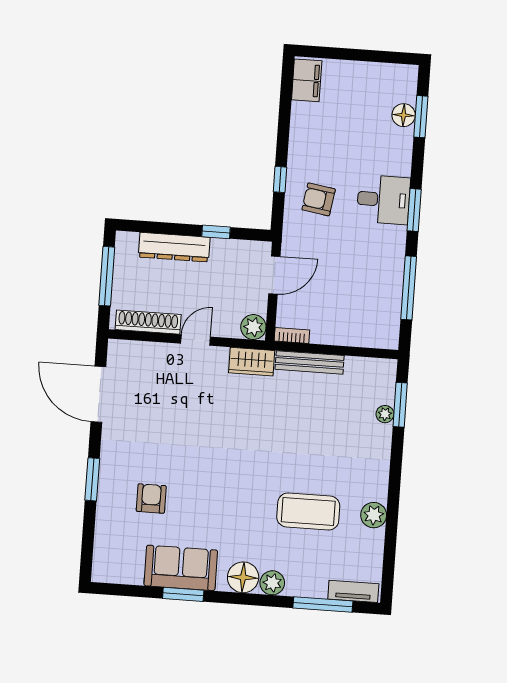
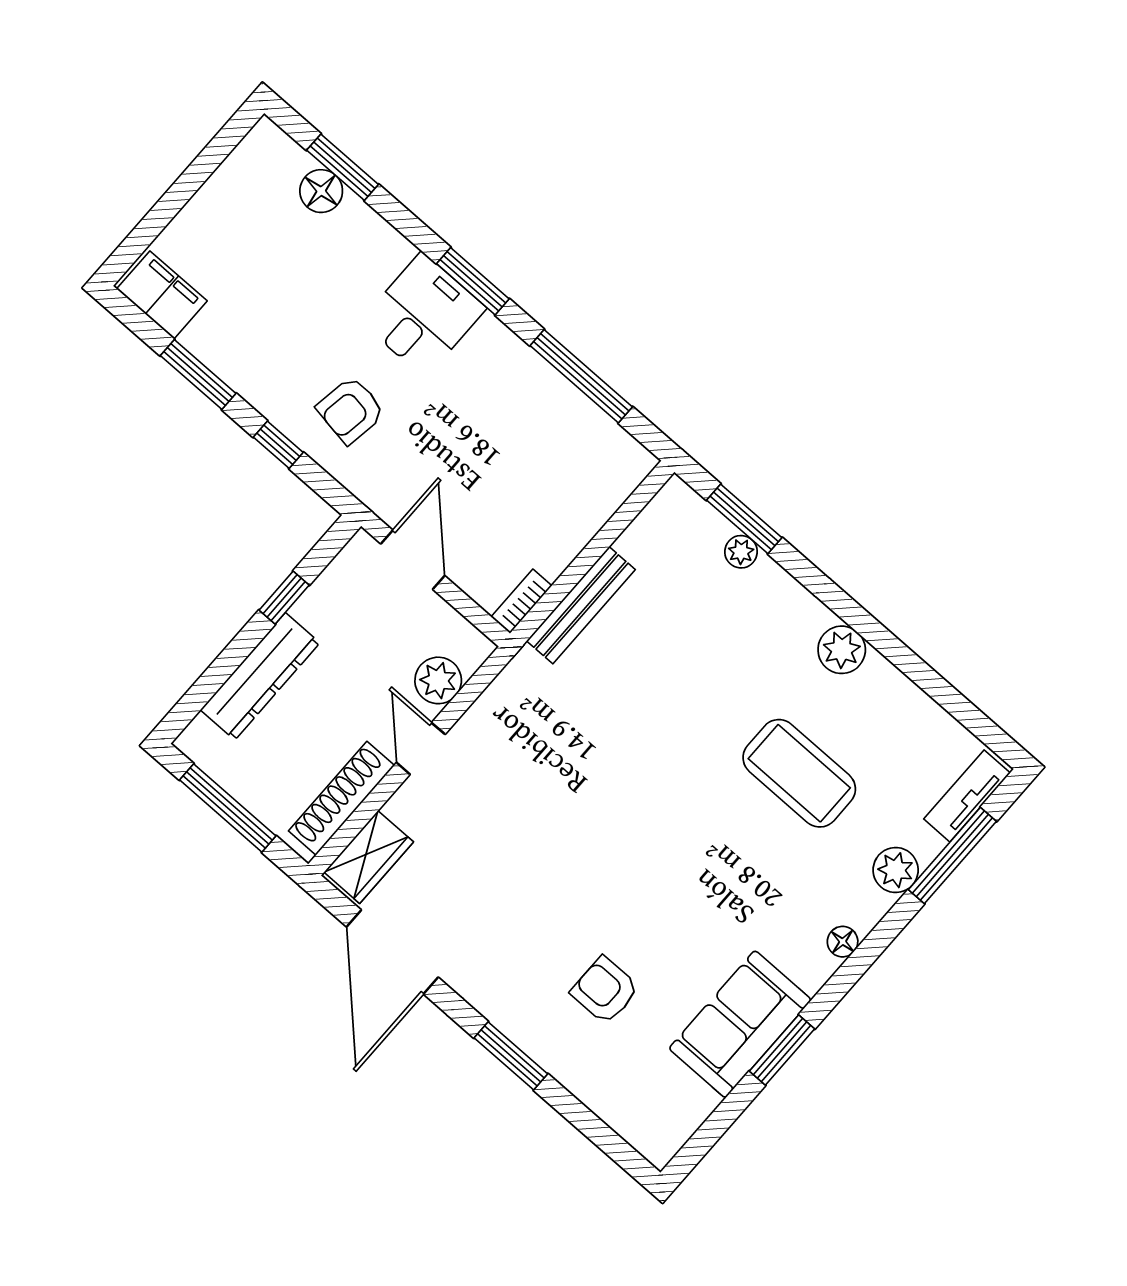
window: (284, 122) -> (198, 375), added
plant: (253, 327) -> (438, 680), moved
wardrobe: (252, 362) -> (369, 857), moved
door: (98, 394) -> (392, 952), hinge flipped
coffee table: (308, 512) -> (799, 773), turned 90
plant: (374, 515) -> (842, 650), moved
floor lamp: (243, 577) -> (843, 942), width x0.53, depth x0.53
plant: (272, 583) -> (896, 870), moved

